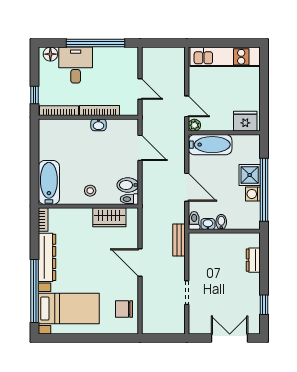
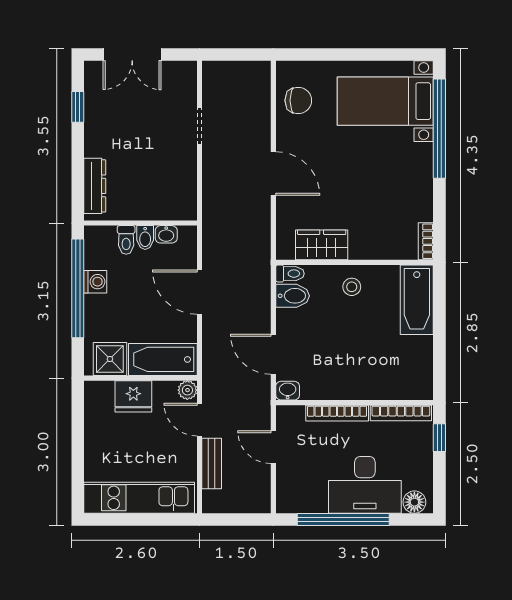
desk: (76, 65) -> (365, 485), width x1.37
fridge: (245, 121) -> (133, 396), moved
washbasin: (98, 125) -> (288, 391), moved
shower: (250, 175) -> (110, 359), moved
toilet: (194, 220) -> (126, 240), moved
bench: (179, 240) -> (212, 464), moved
dresser: (47, 257) -> (420, 182), removed
dresser: (253, 260) -> (95, 186), width x1.44

